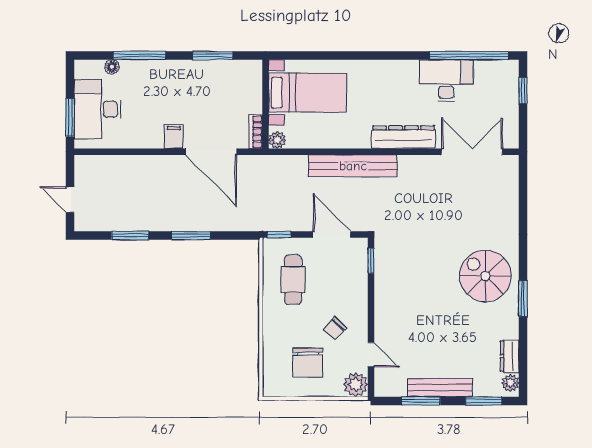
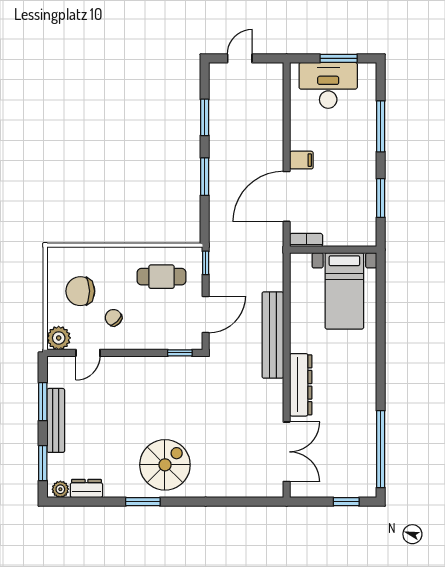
floor lamp: (112, 67) -> (370, 99), removed
desk: (446, 81) -> (356, 427), removed
window: (70, 117) -> (339, 58), moved
plant: (277, 140) -> (298, 261), removed

